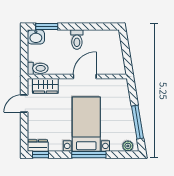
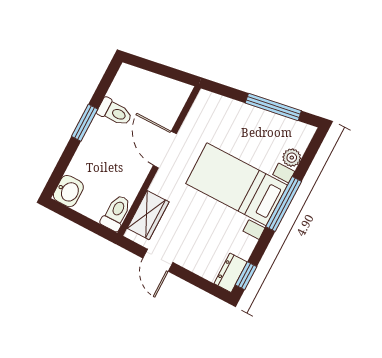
window: (47, 27) -> (85, 123), moved
toilet: (77, 40) -> (115, 112), moved
plant: (128, 146) -> (292, 158), moved

